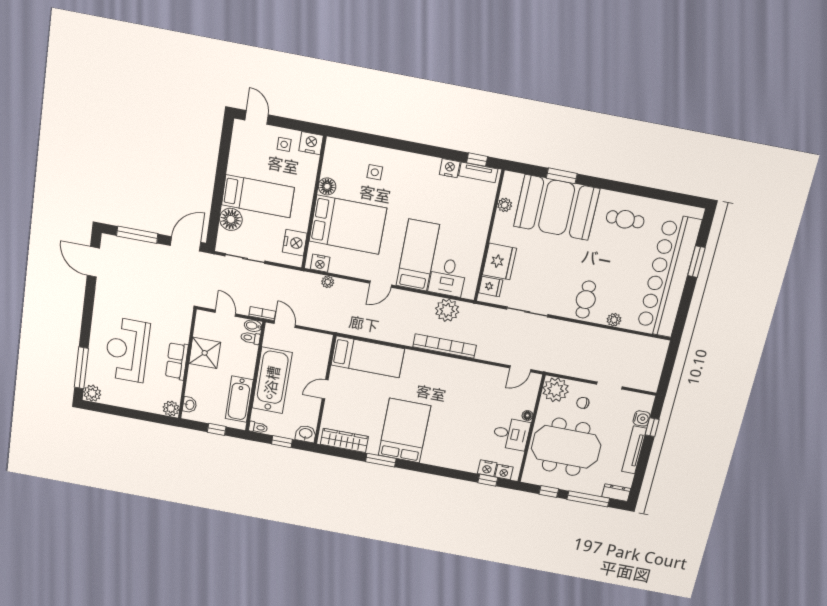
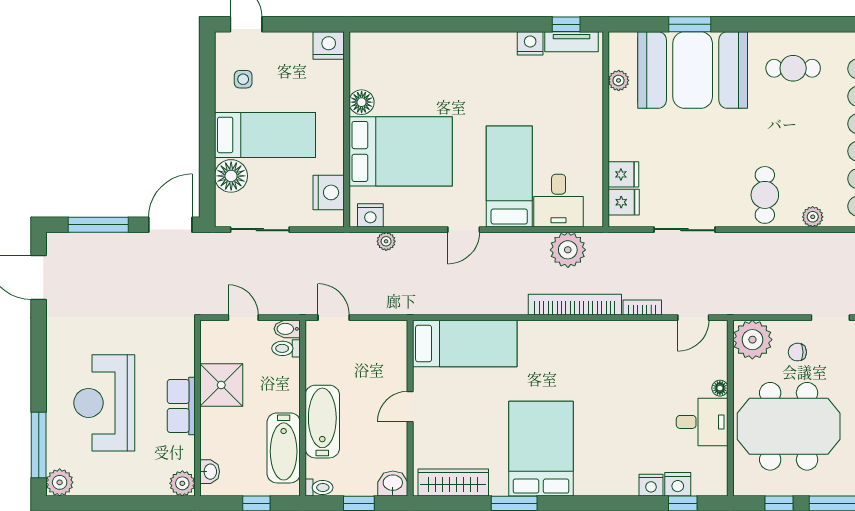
side table: (284, 144) -> (243, 79), moved
side table: (375, 172) -> (426, 69), removed
fridge: (500, 262) -> (623, 174), width x0.53, depth x0.75
bookcase: (262, 314) -> (642, 308), moved
bathtub: (272, 380) -> (322, 422), width x0.73, depth x0.73
nightstand: (504, 472) -> (651, 485), moved

